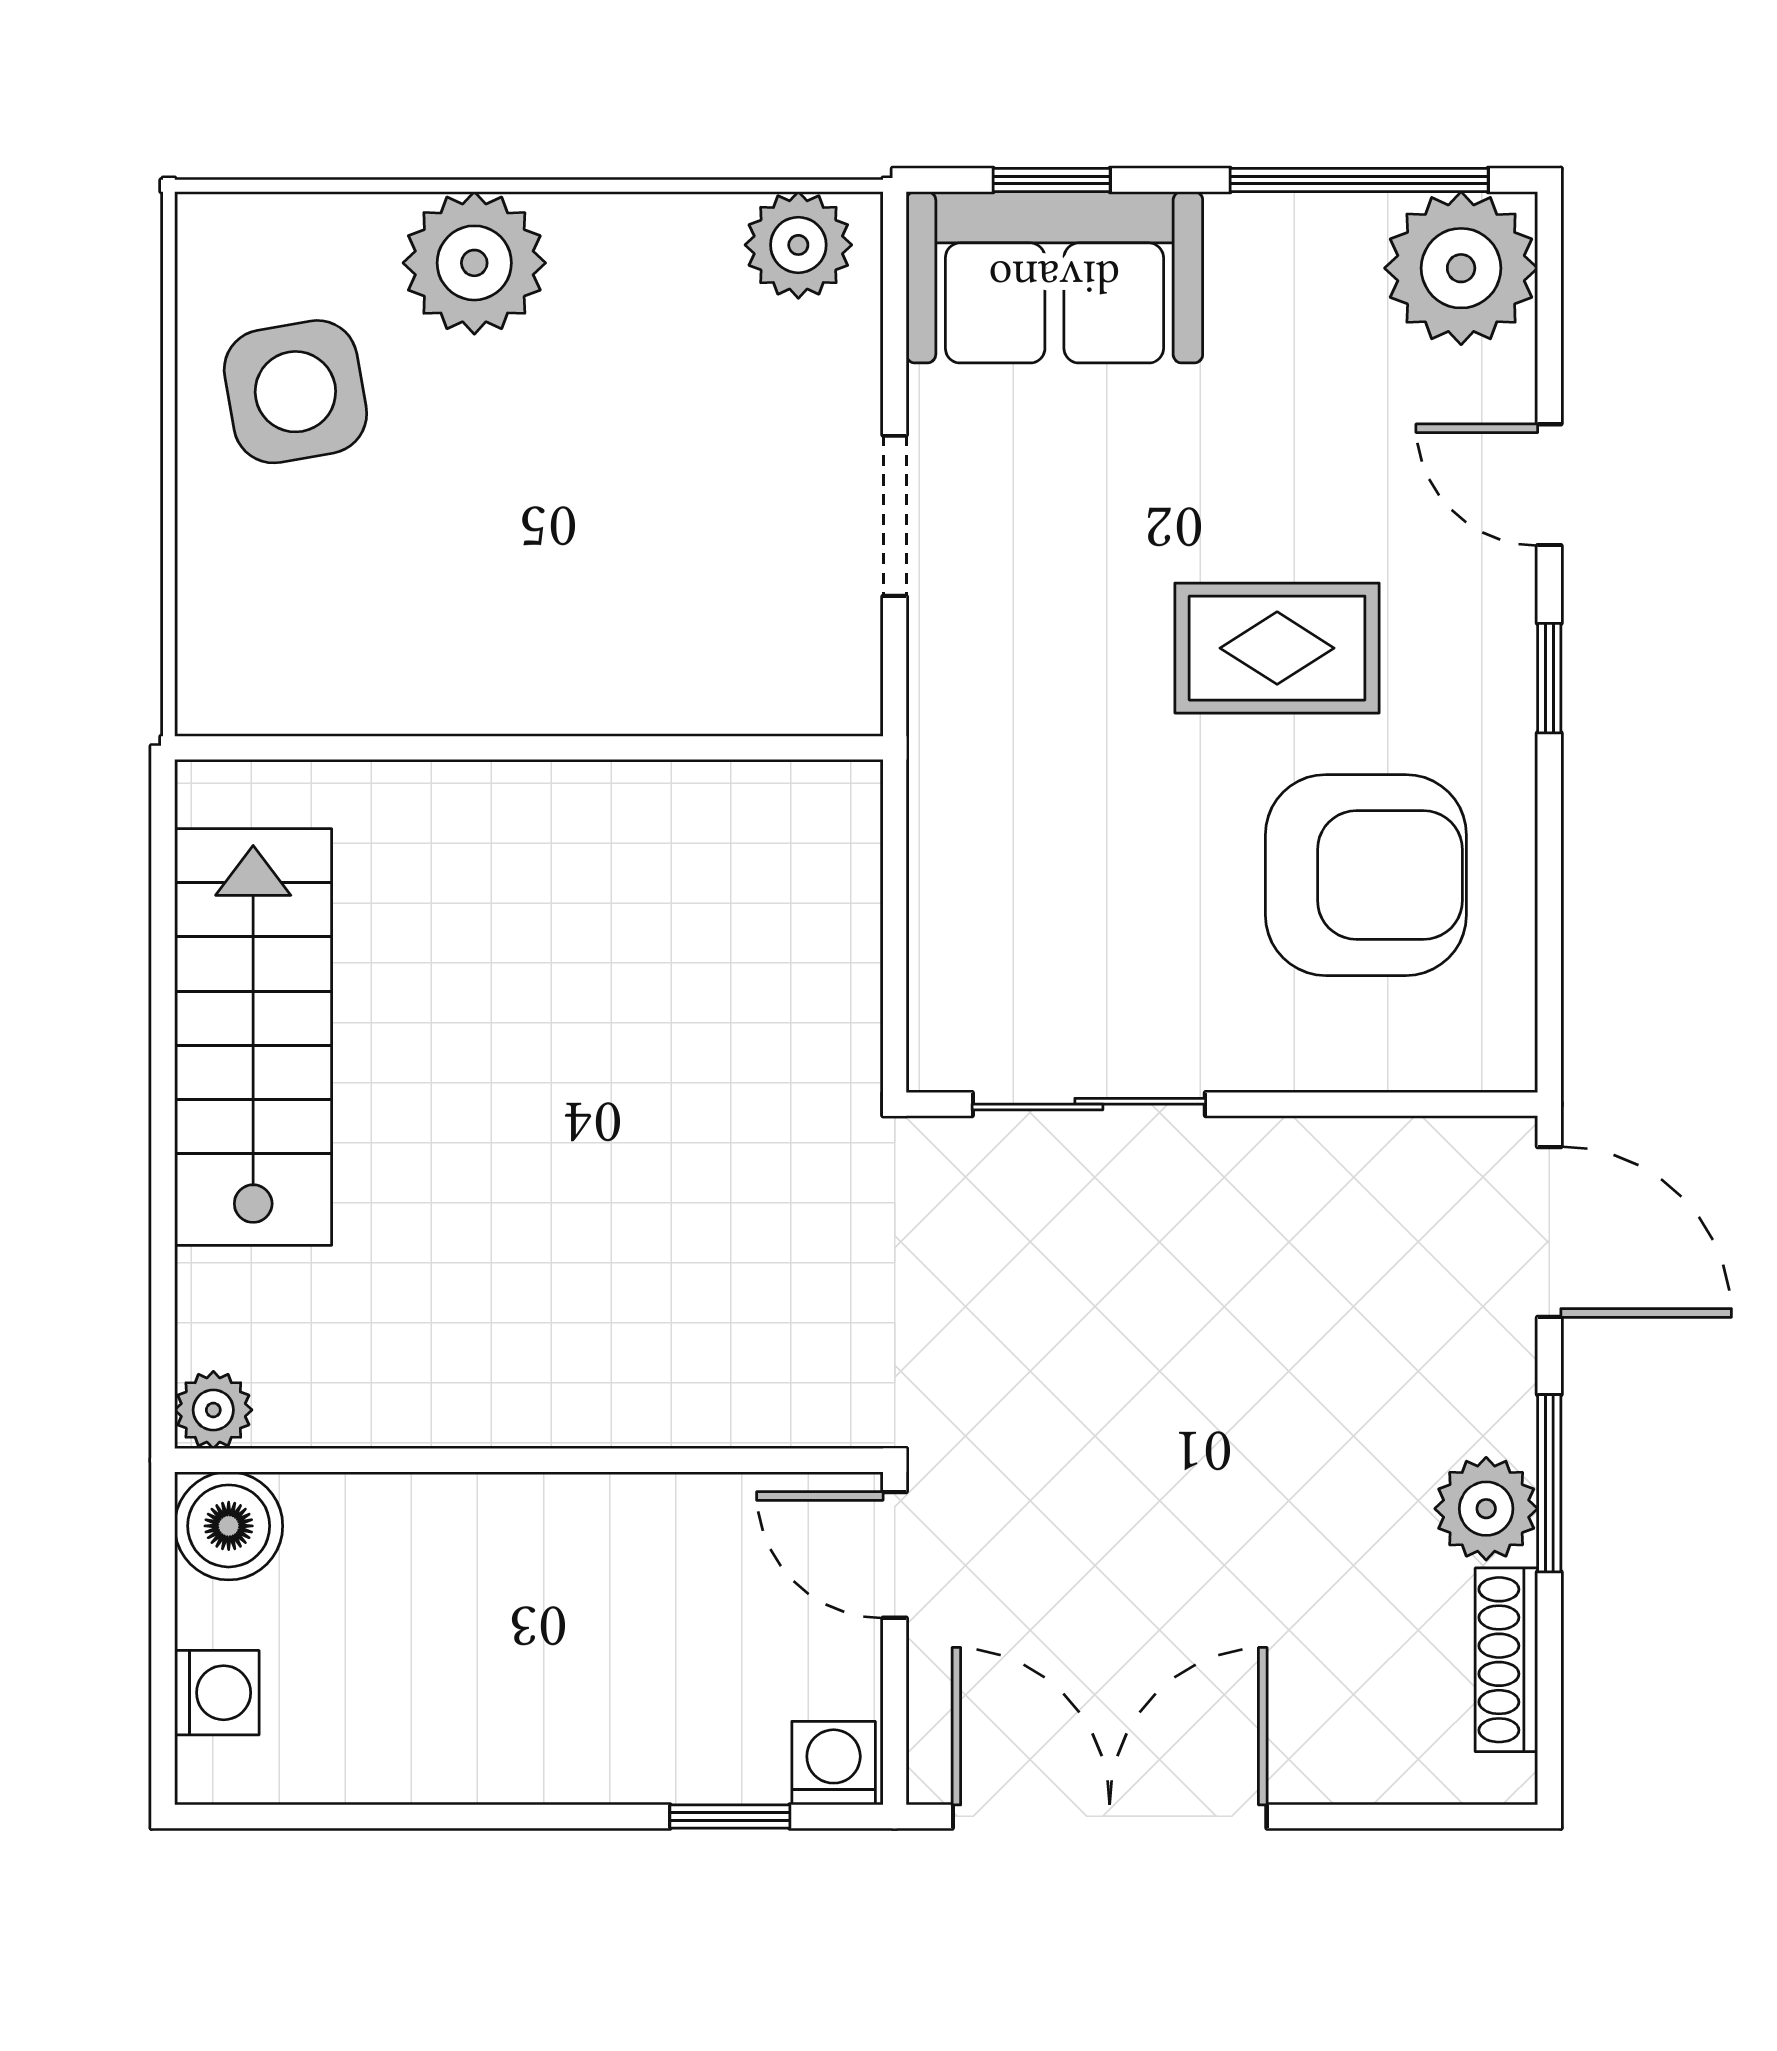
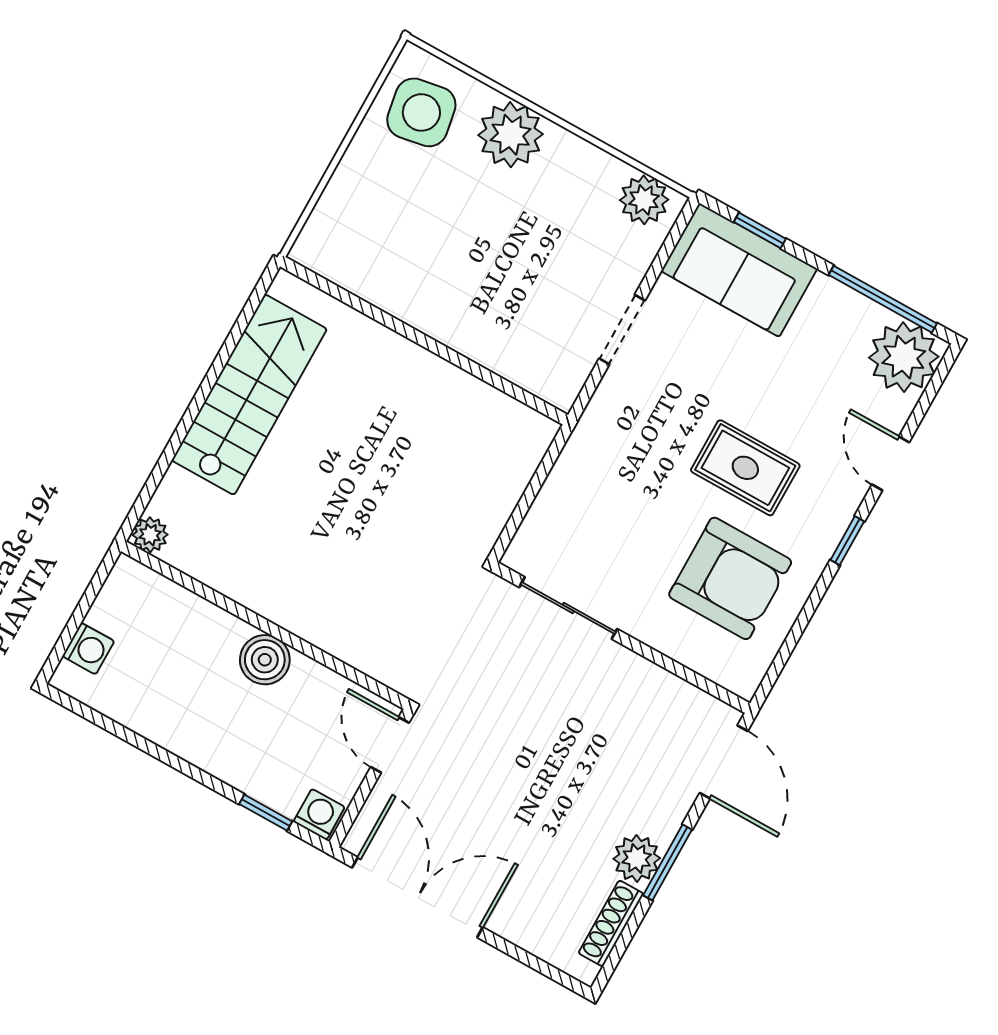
side table: (295, 392) -> (421, 112), moved
boiler: (229, 1526) -> (265, 660), moved

